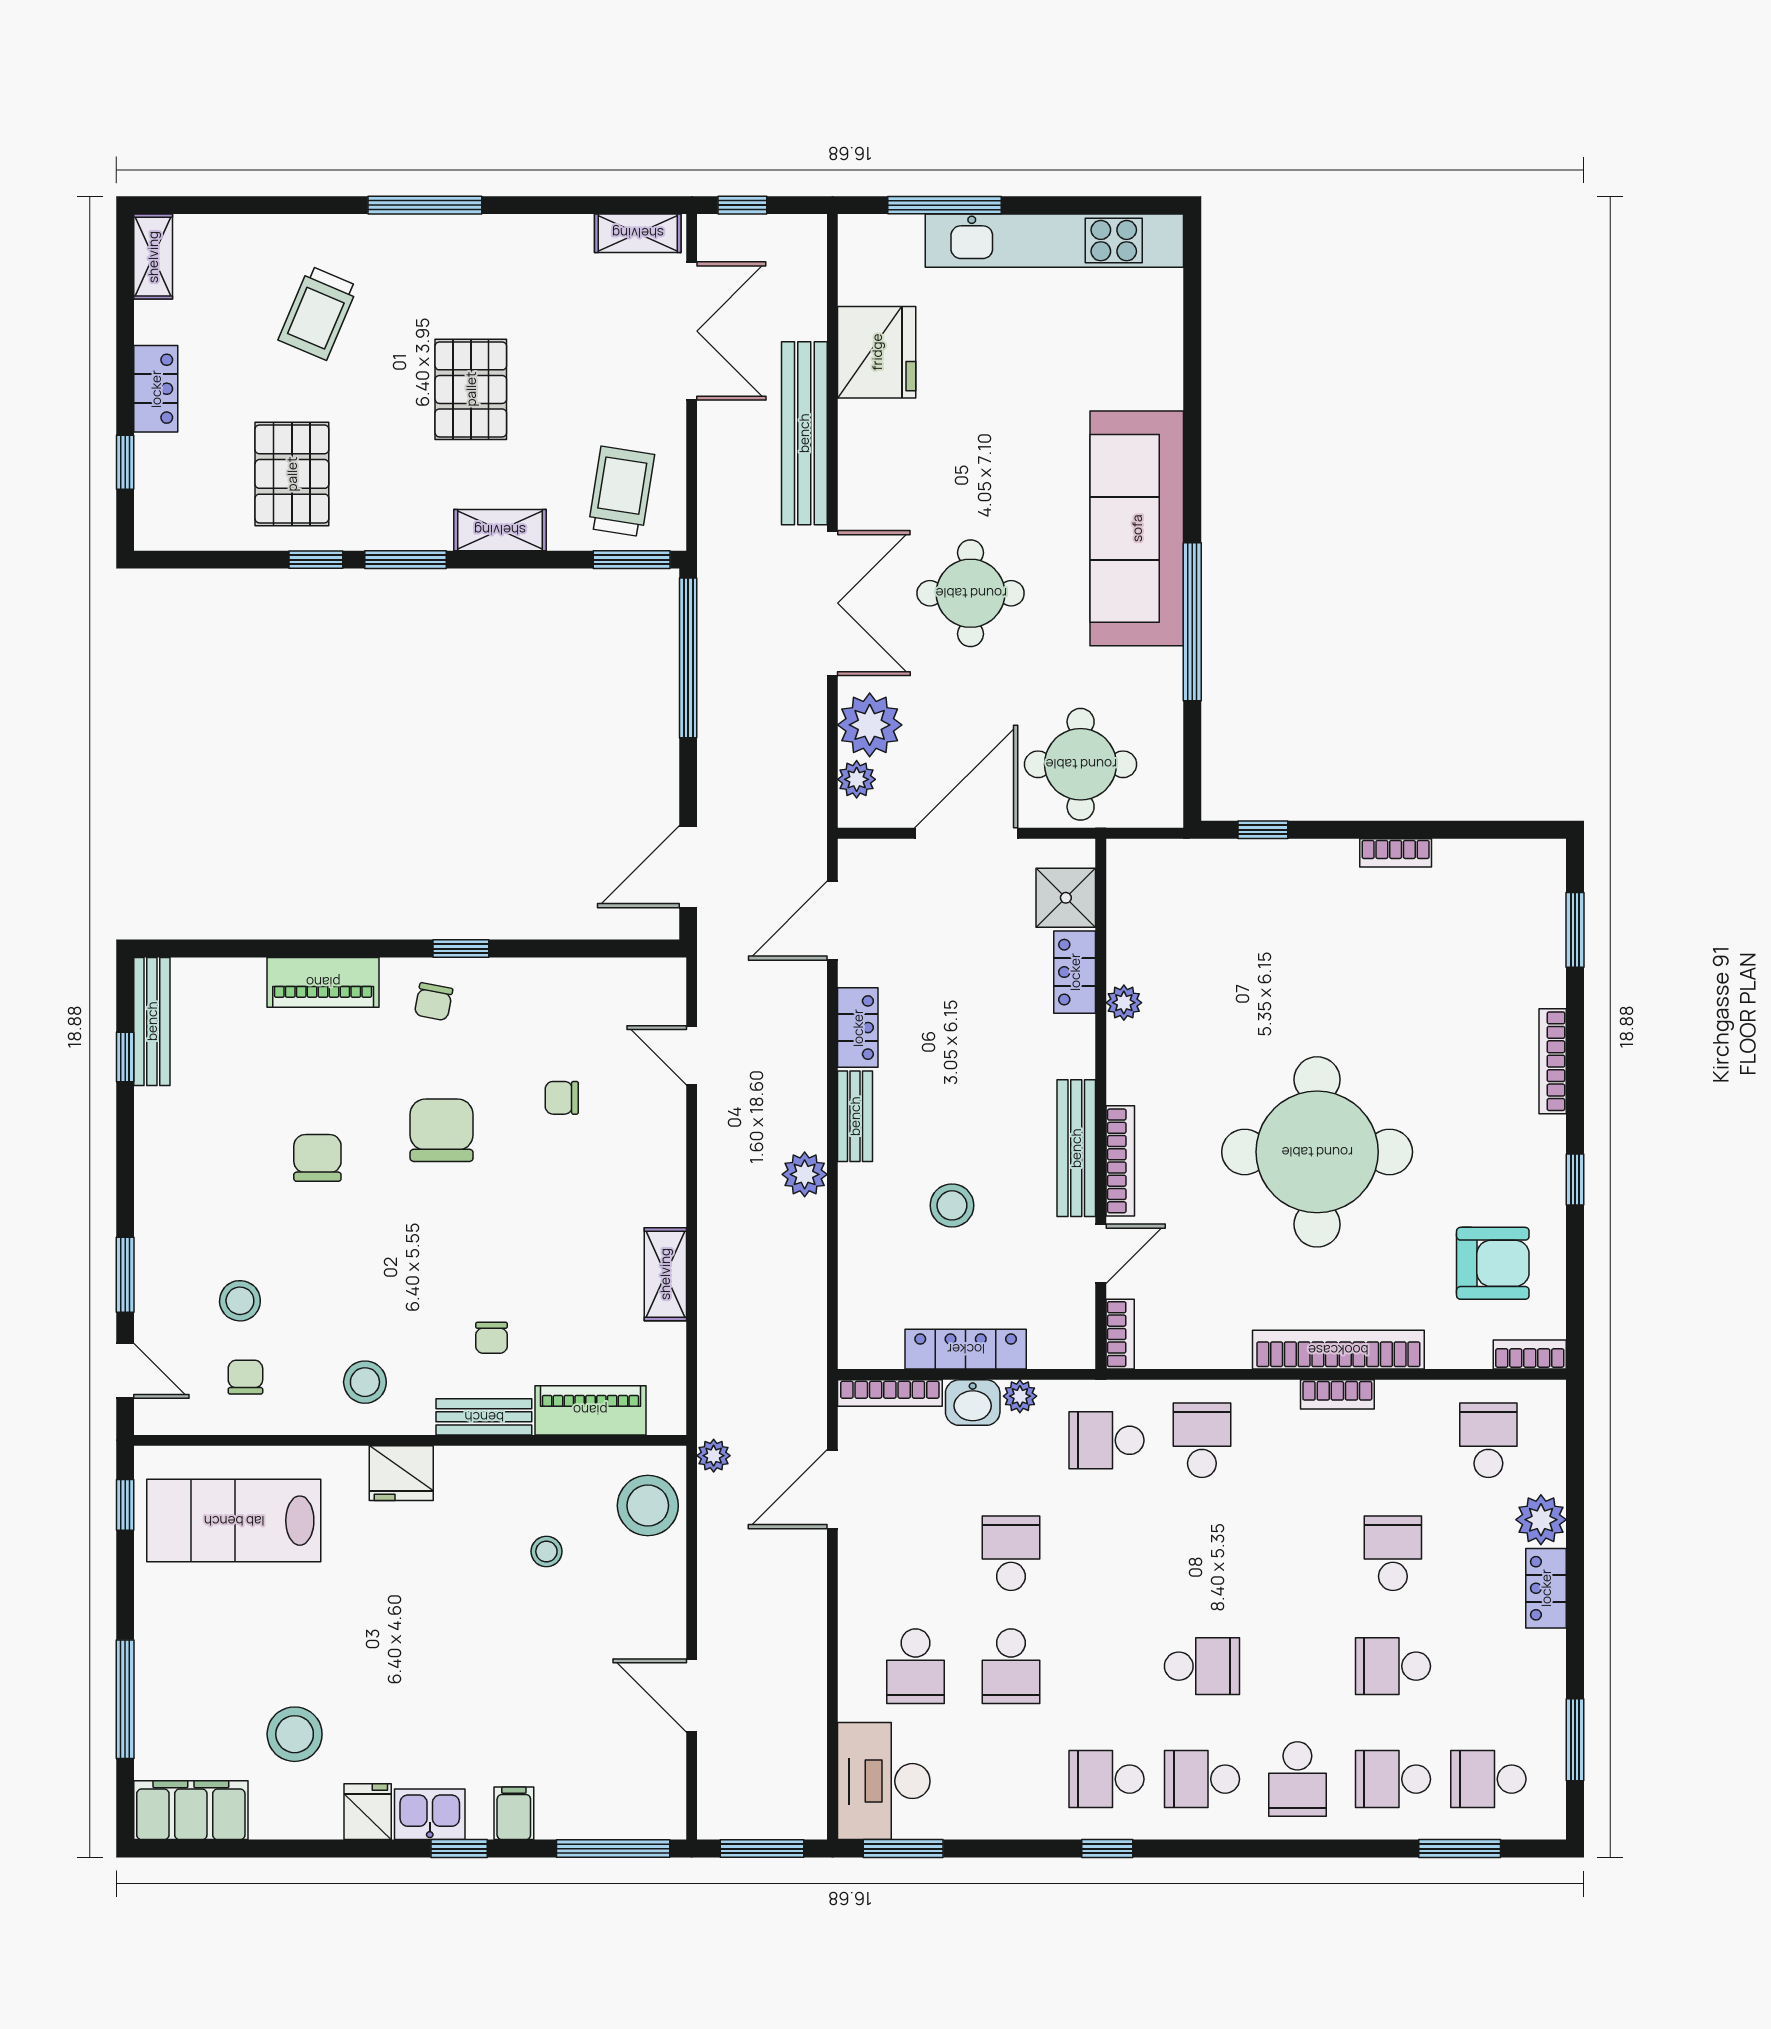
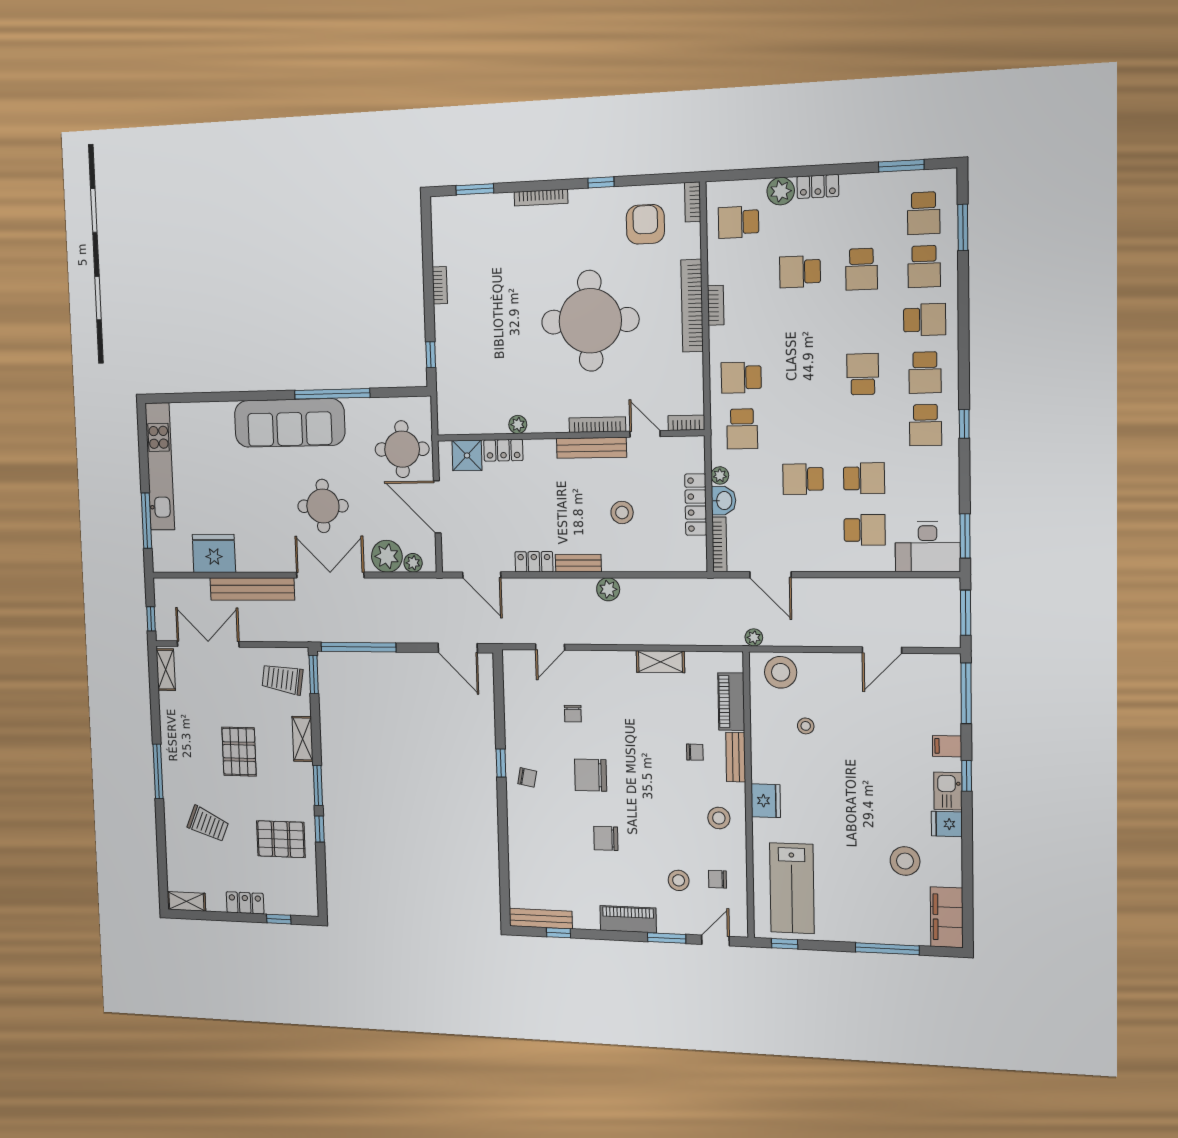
pallet: (471, 389) -> (239, 752), turned 90
piano: (323, 982) -> (628, 919), moved, turned -90

